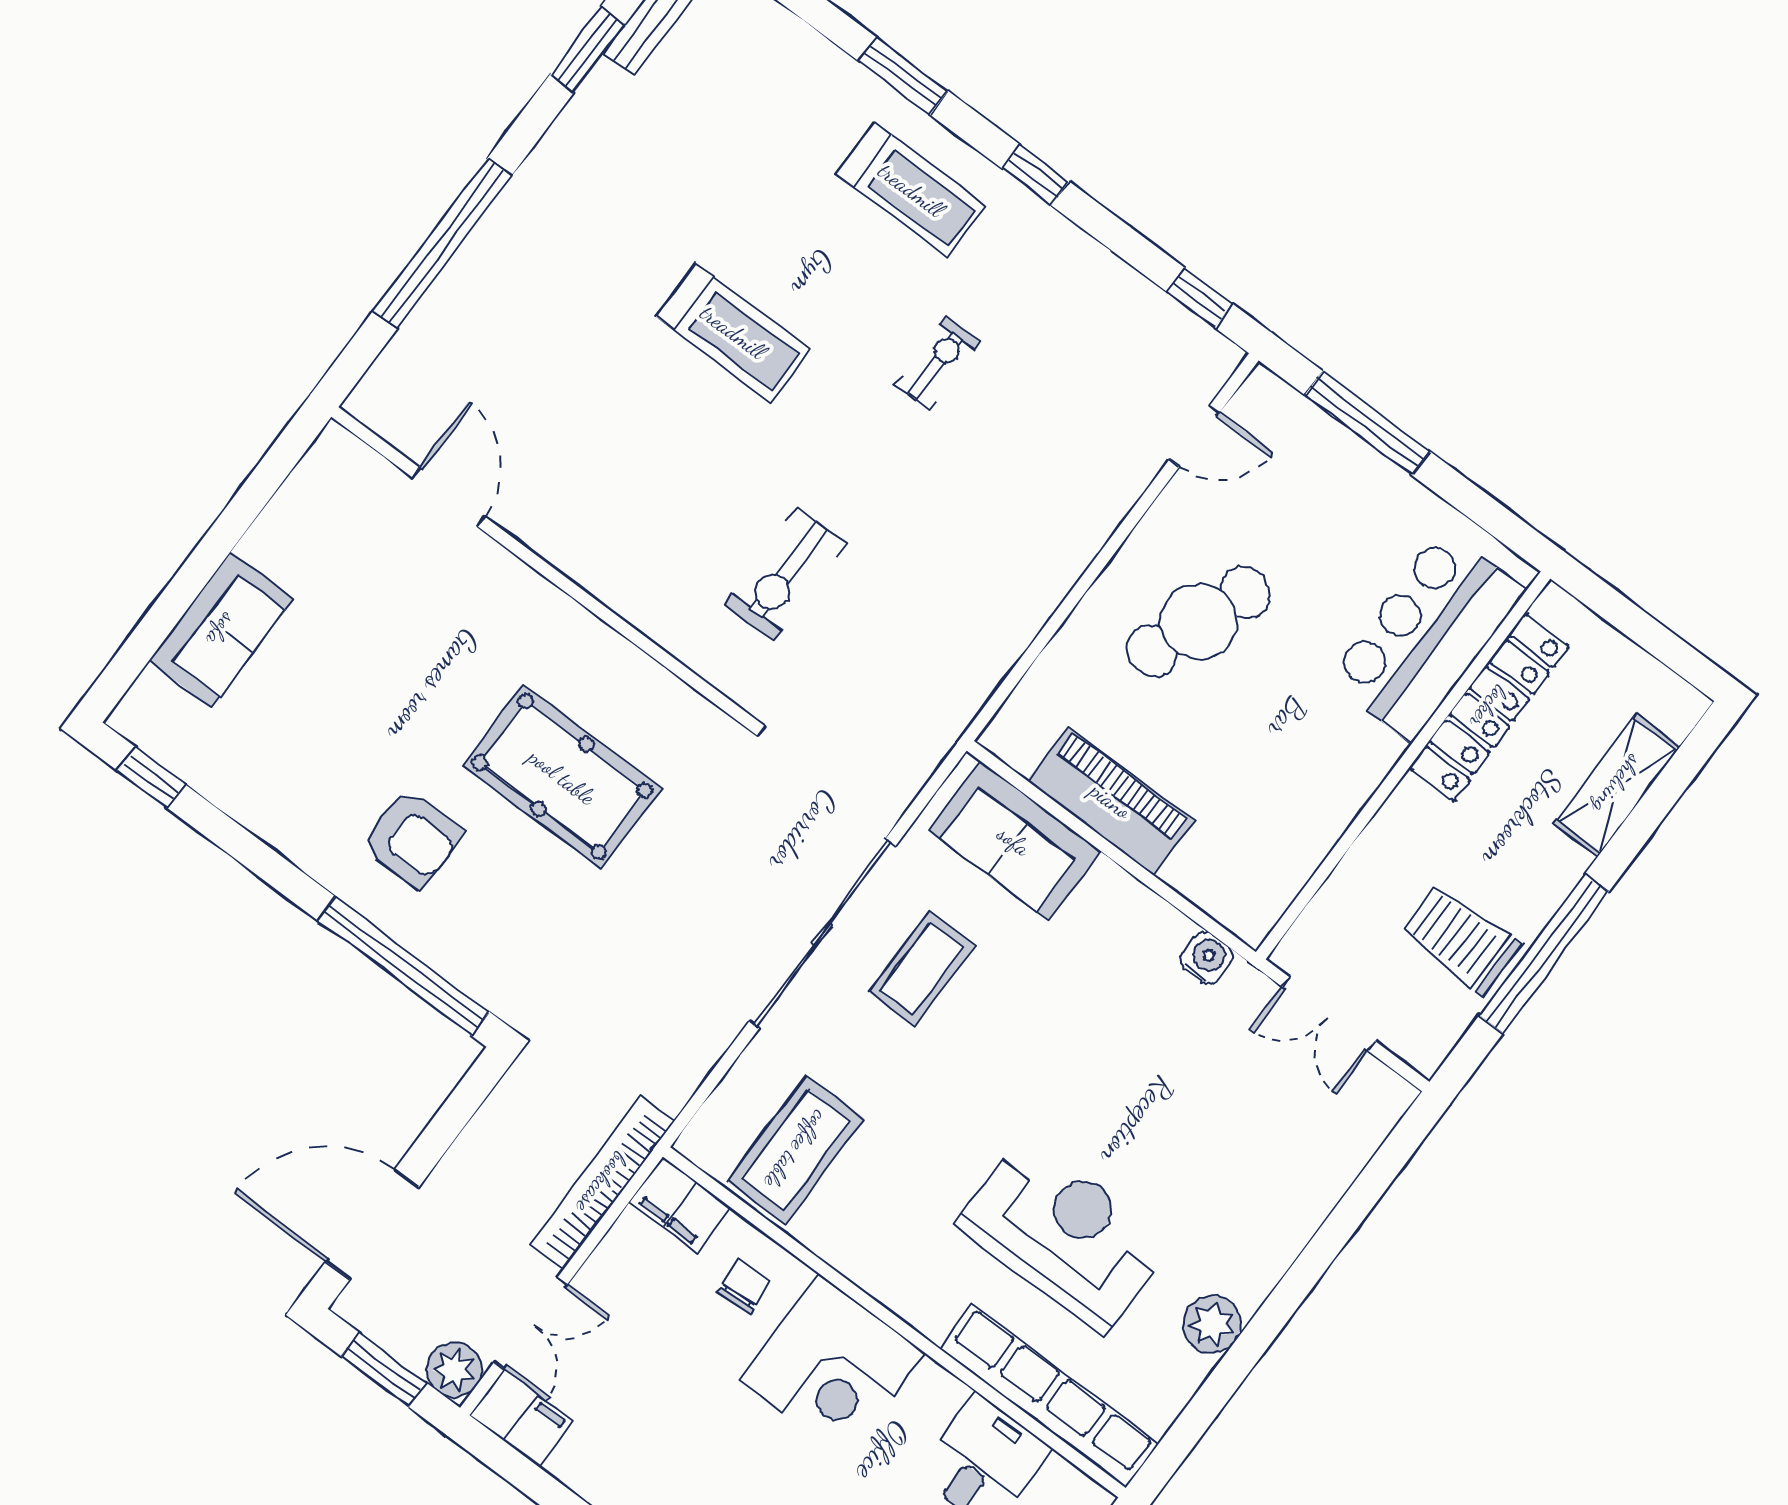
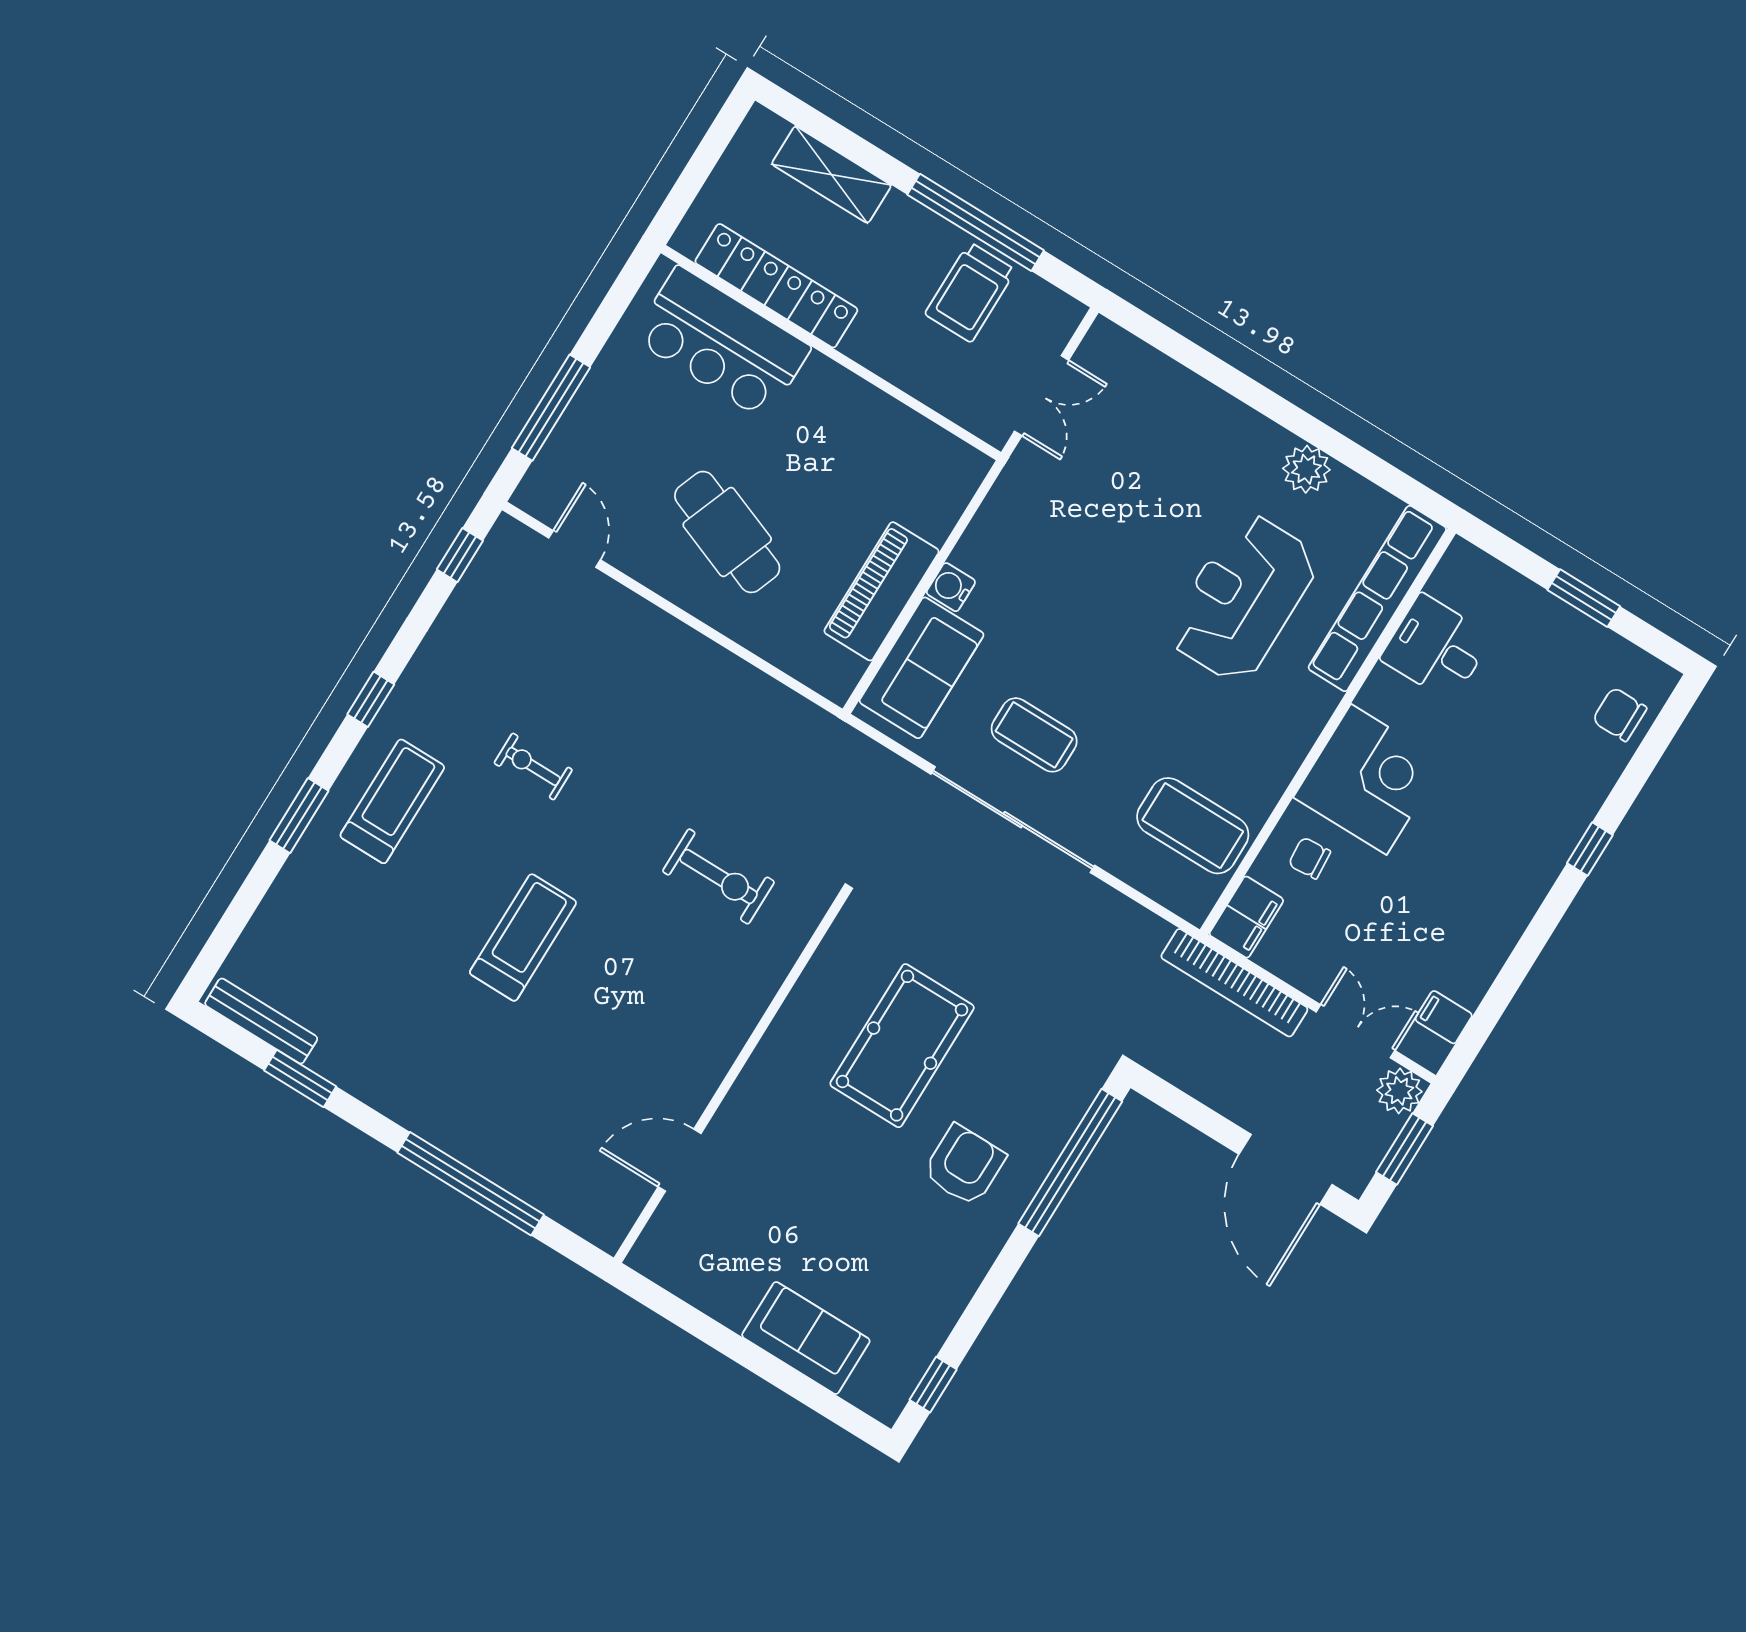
water cooler: (1207, 958) -> (951, 587), moved

